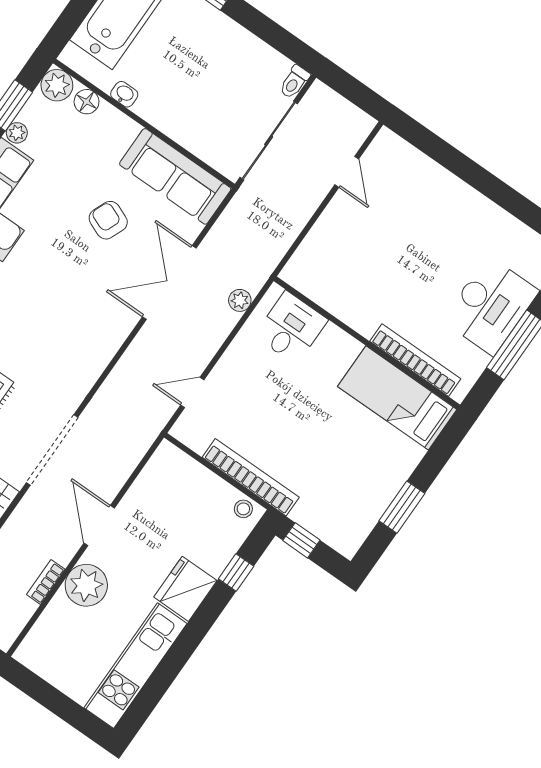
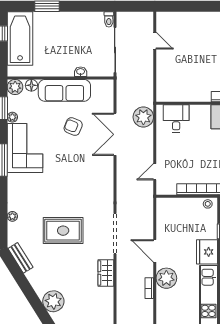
washbasin: (124, 94) -> (81, 72), moved
sofa: (175, 176) -> (64, 90), moved
plant: (240, 300) -> (143, 117), width x1.88, depth x1.88

